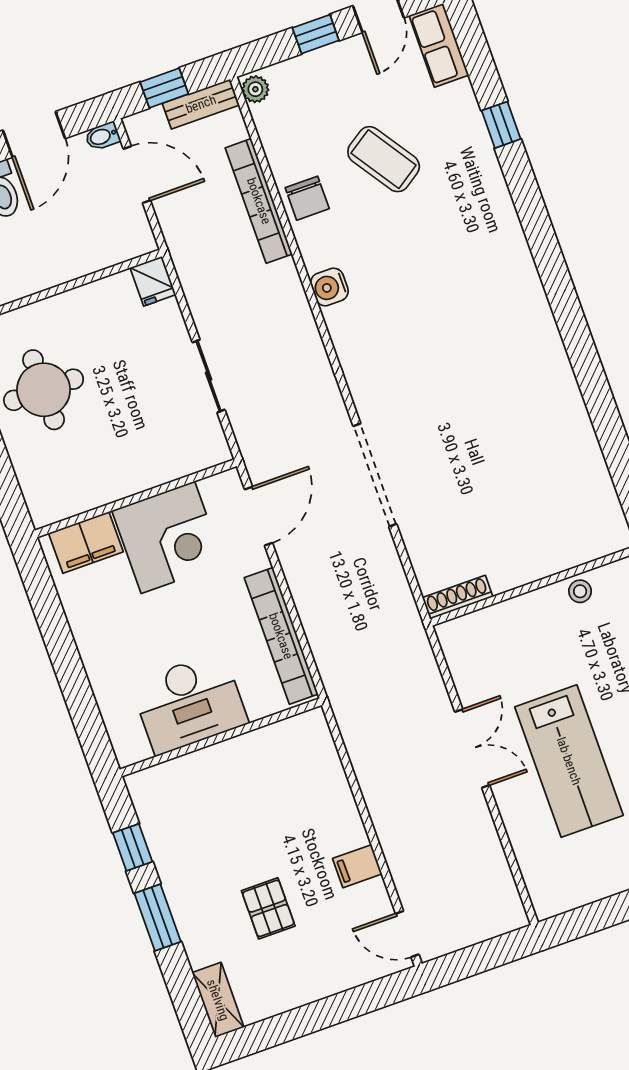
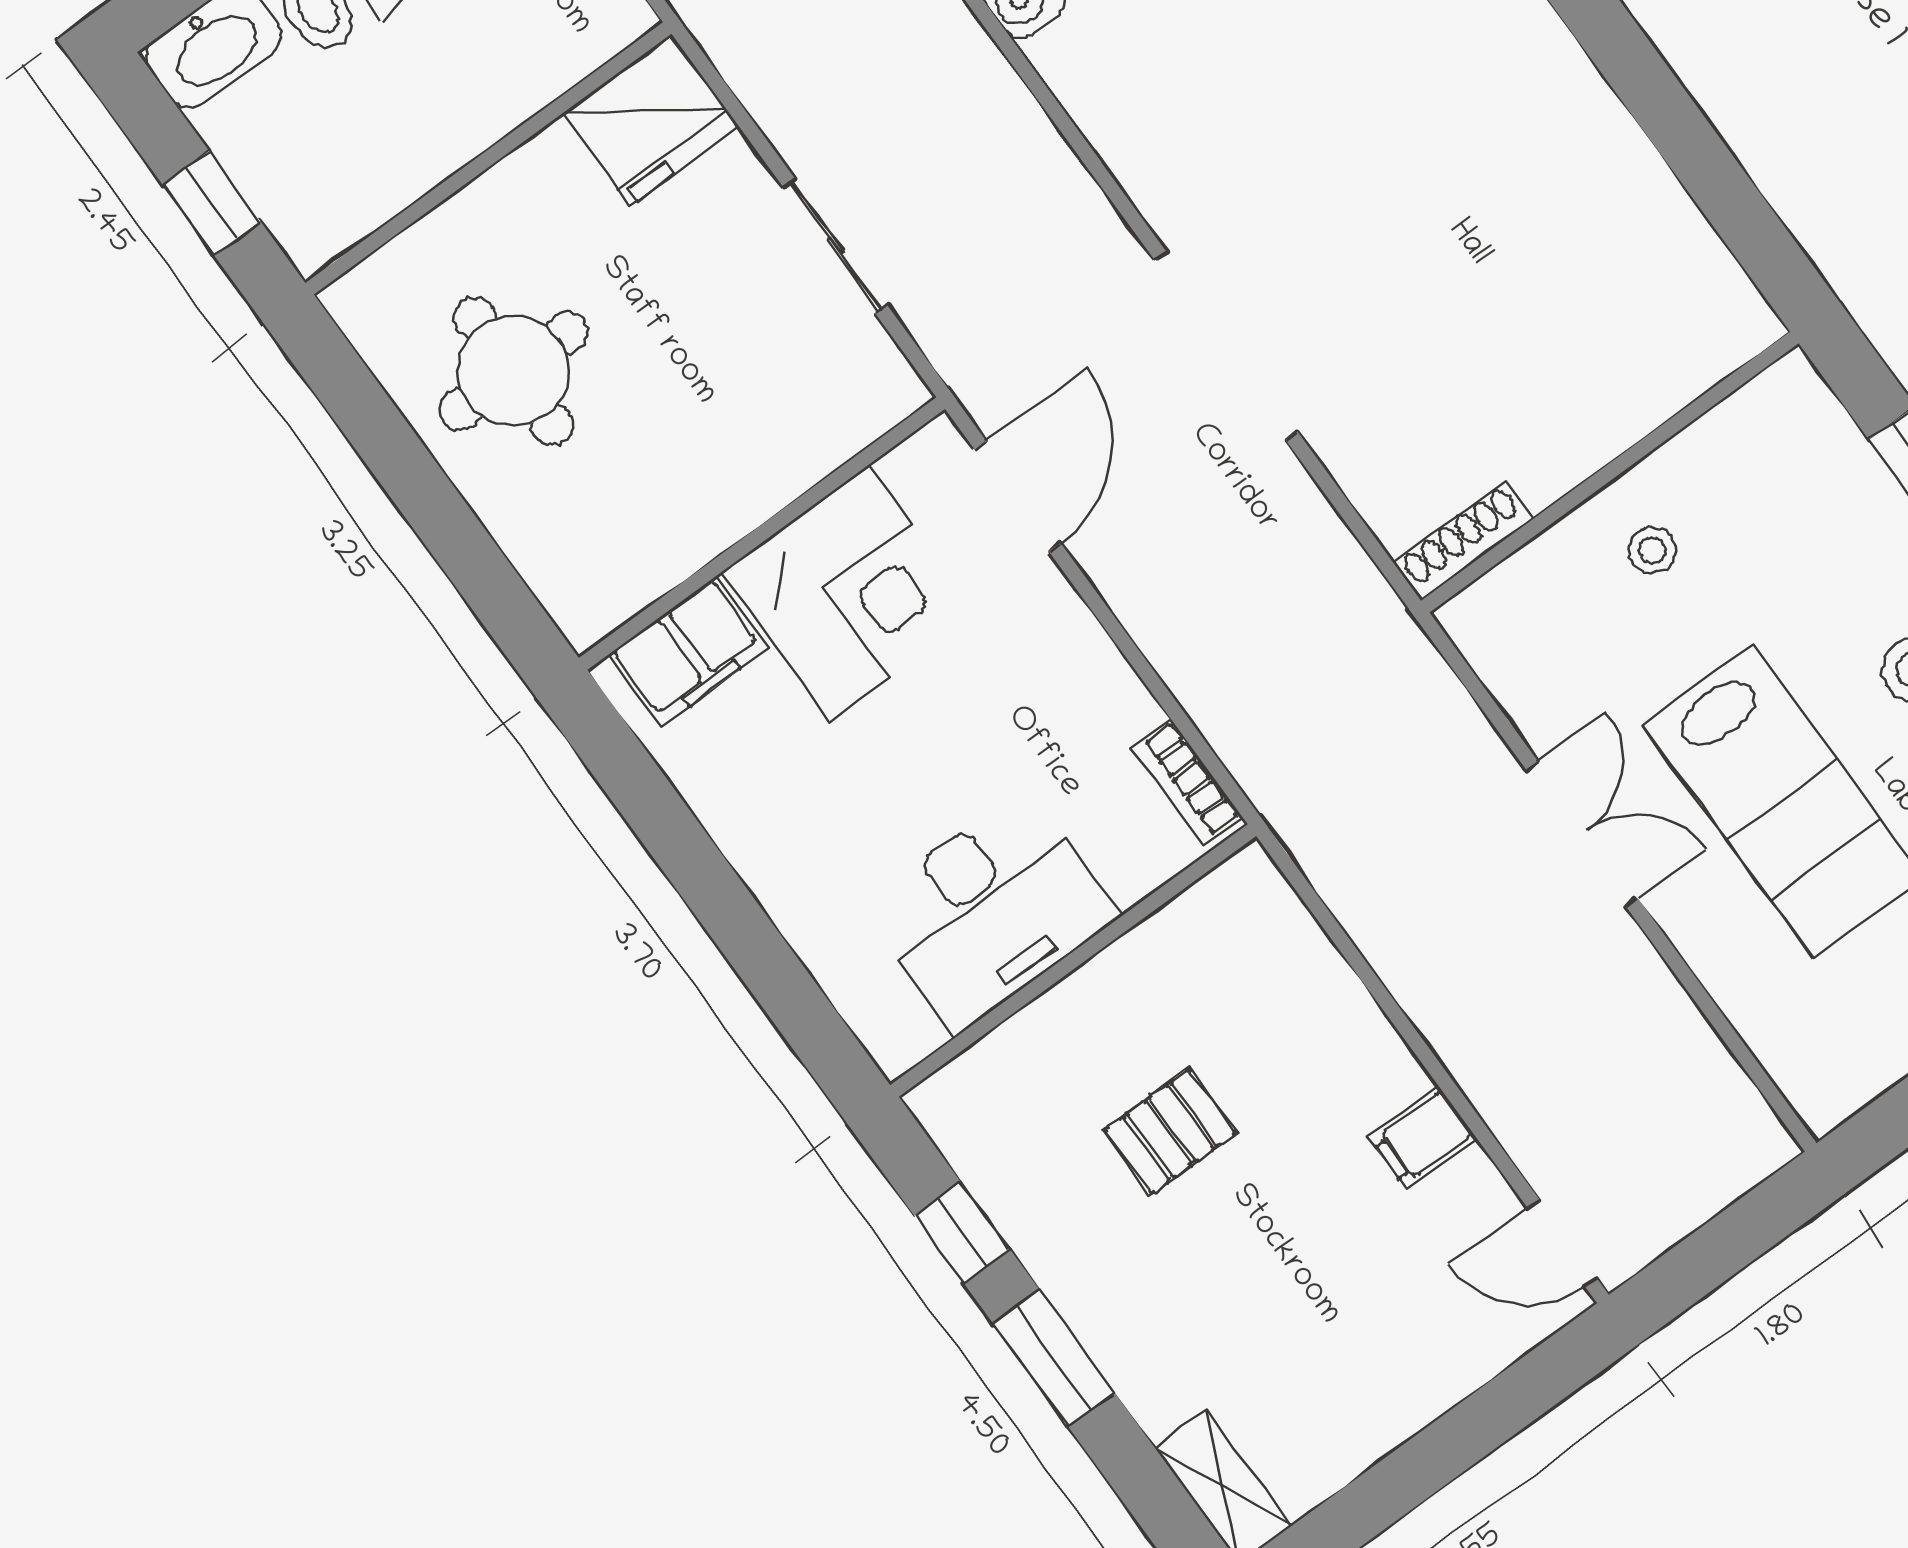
fridge: (153, 281) -> (651, 120), width x1.88, depth x1.34
stool: (580, 591) -> (1652, 550), moved
bookcase: (281, 636) -> (1187, 782), width x0.43, depth x0.76
pallet: (268, 908) -> (1170, 1131), moved, turned 90

